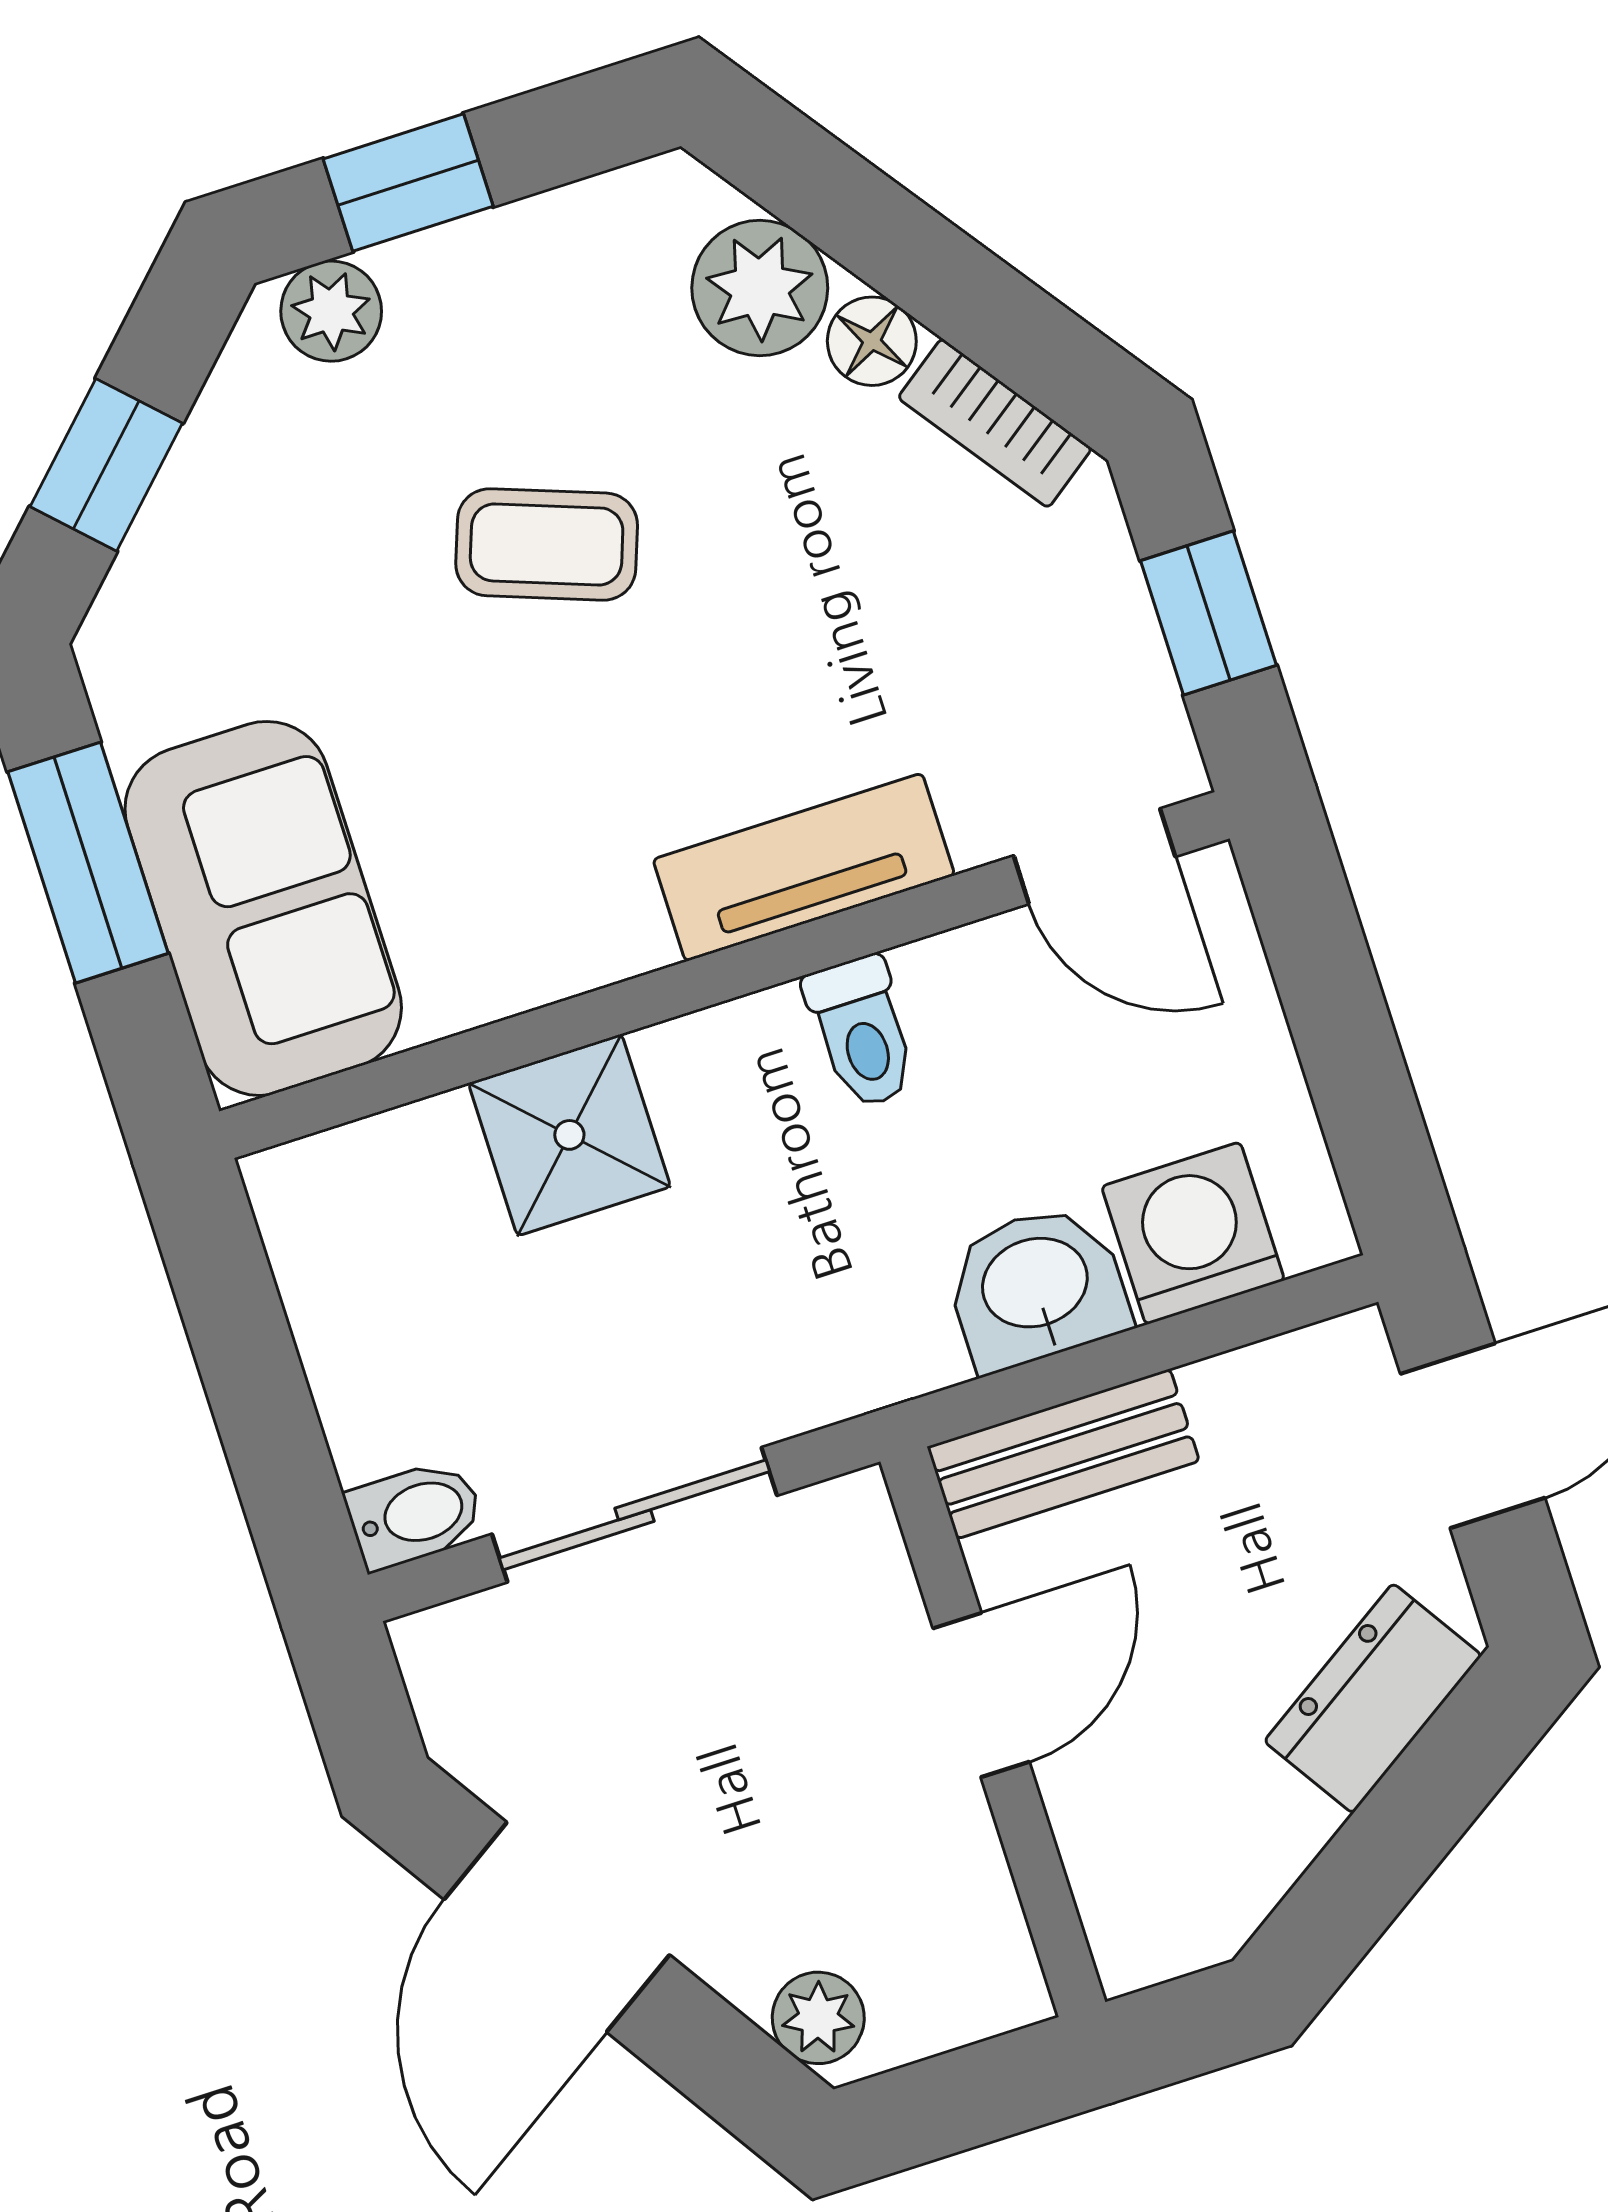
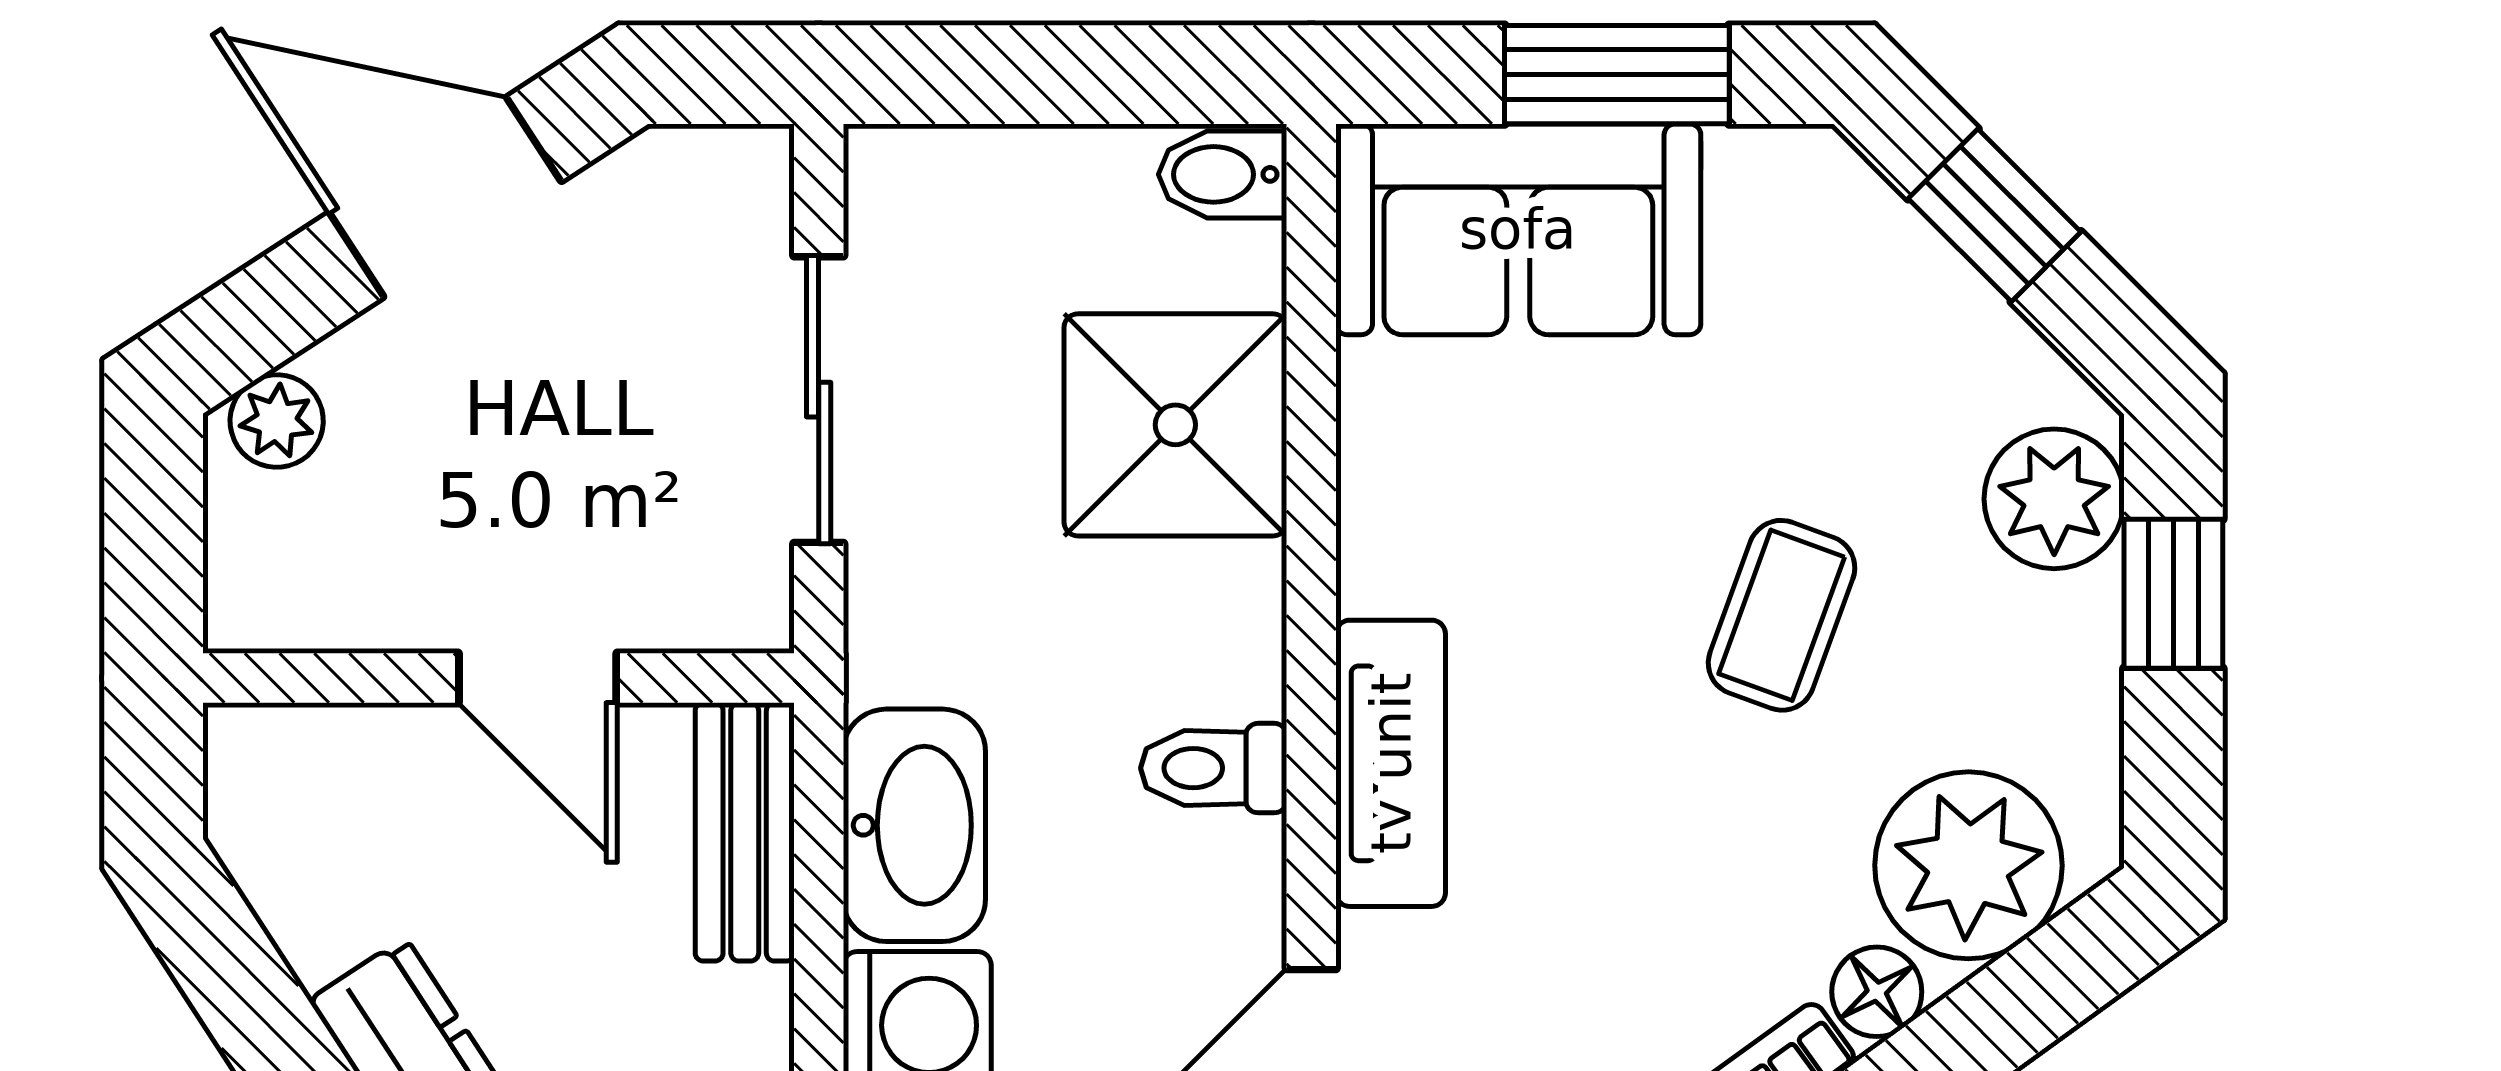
plant: (760, 288) -> (1968, 865), width x1.36, depth x1.36
plant: (331, 311) -> (2054, 499), width x1.38, depth x1.38
shower: (569, 1135) -> (1175, 425), width x1.36, depth x1.36
washbasin: (1036, 1287) -> (914, 825), width x1.38
bidet: (415, 1514) -> (1223, 174), moved, turned 90

